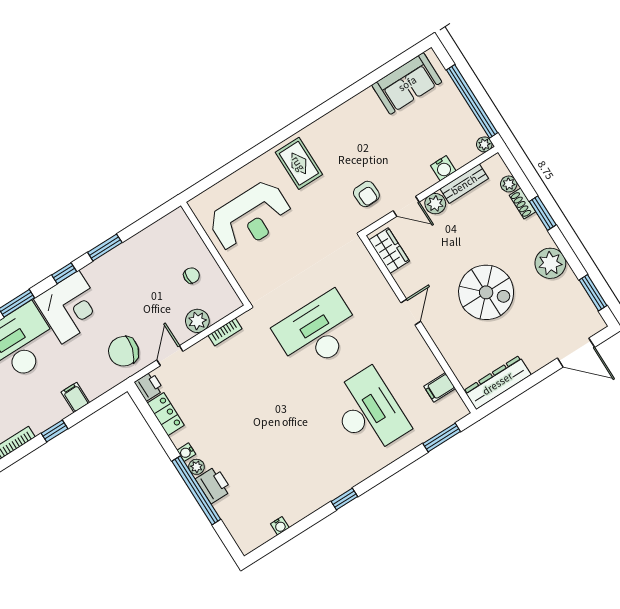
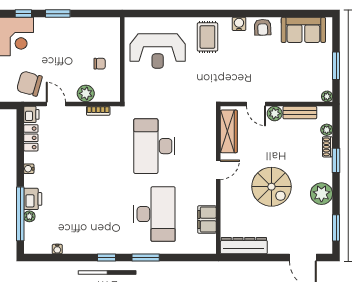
window: (472, 101) -> (336, 66), width x0.47
water cooler: (443, 168) -> (239, 24), moved, turned 180
armchair: (366, 194) -> (263, 27), moved
wardrobe: (389, 251) -> (229, 131), width x1.50
desk: (318, 332) -> (154, 146), turned -90
door: (170, 356) -> (56, 104), hinge flipped
filing cabinet: (440, 387) -> (207, 219), width x2.00
window: (442, 437) -> (146, 258), moved
plant: (197, 467) -> (29, 216), moved
window: (196, 490) -> (20, 214), moved

